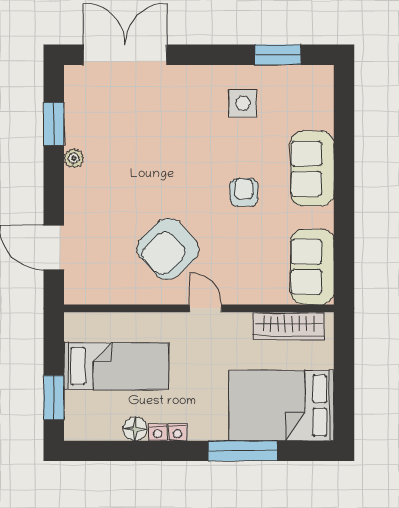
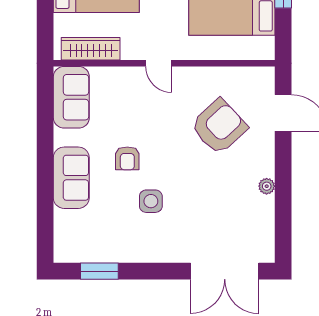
side table: (243, 103) -> (151, 201), moved
window: (54, 124) -> (283, 214), removed
armchair: (168, 249) -> (219, 127), moved

